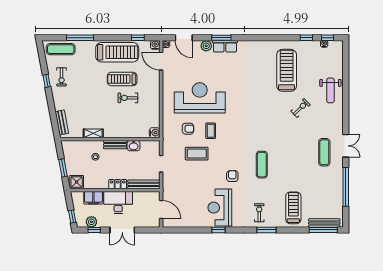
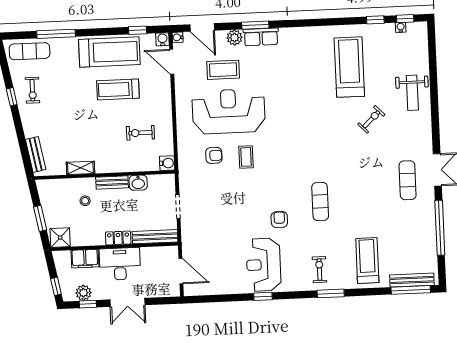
exercise bike: (128, 98) -> (140, 133), moved
coffee table: (197, 154) -> (223, 70), moved

